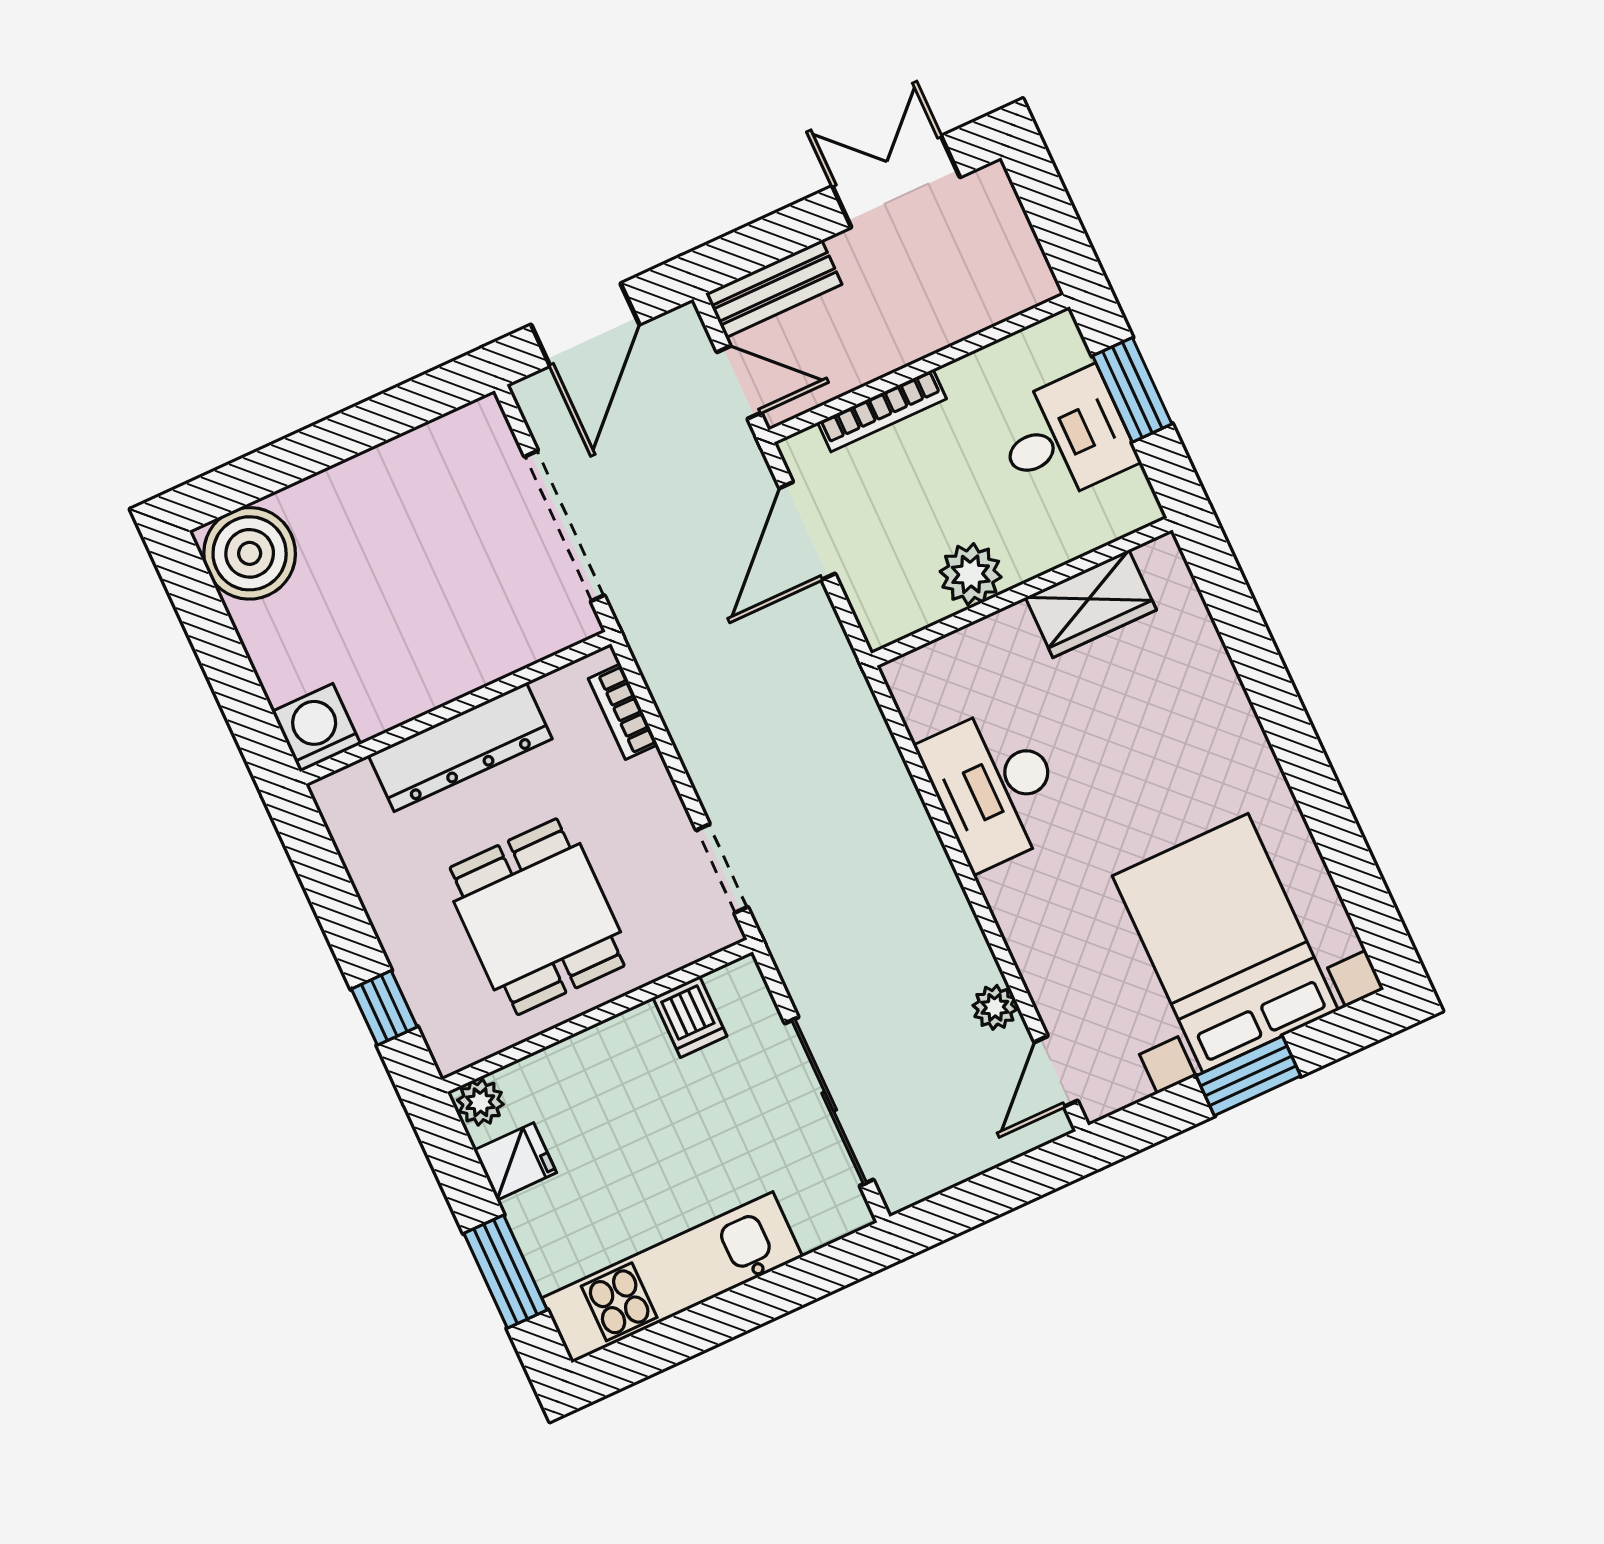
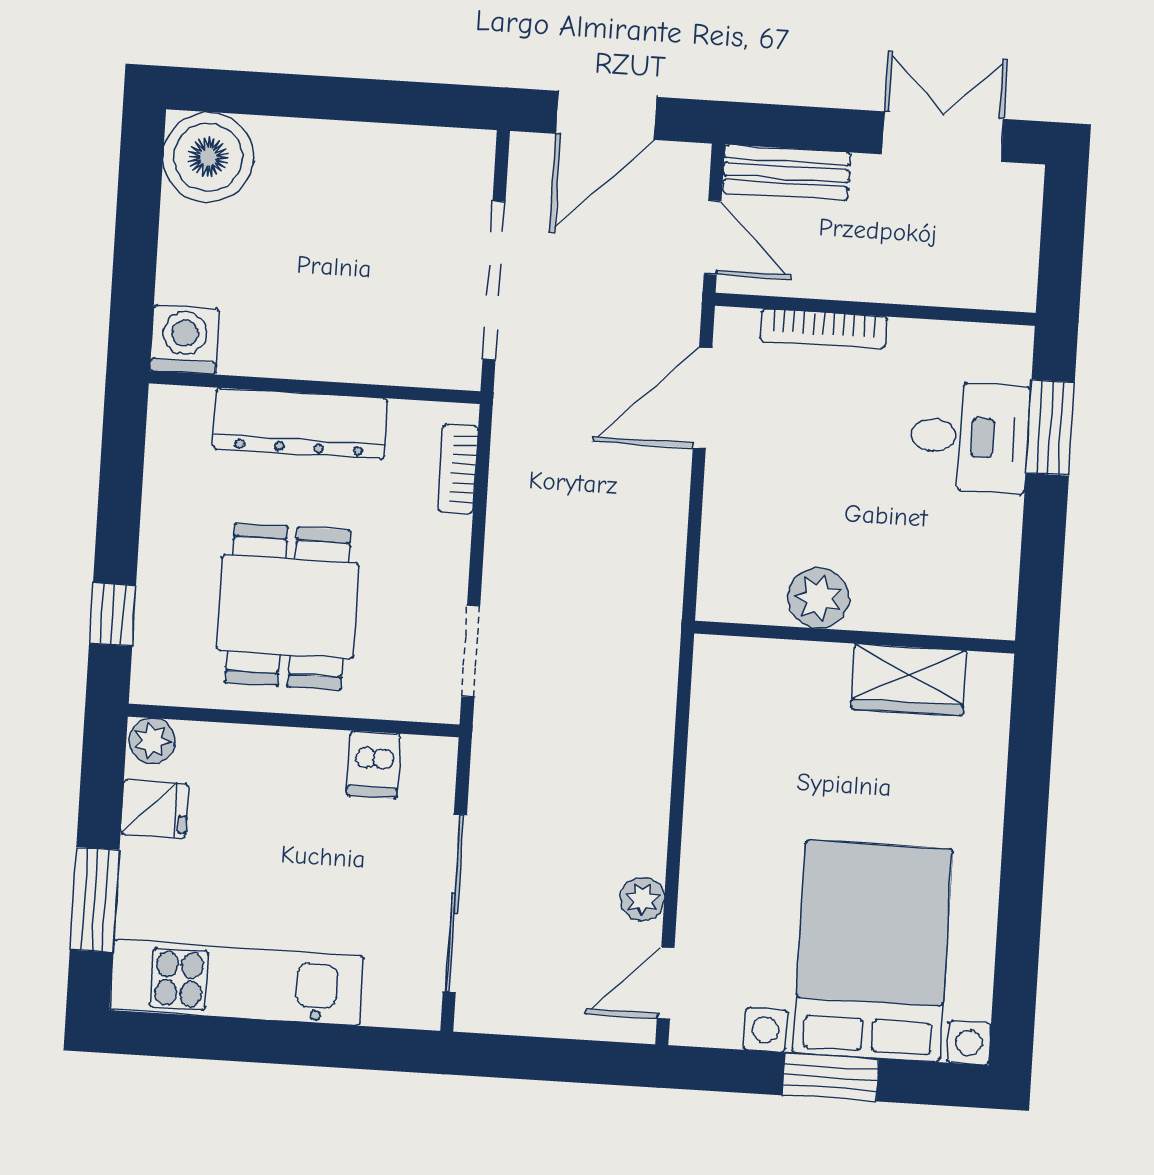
plant: (971, 574) -> (818, 598), moved
wall: (1022, 592) -> (855, 637), moved
wardrobe: (1091, 604) -> (909, 680), moved
desk: (994, 787) -> (745, 708), removed

